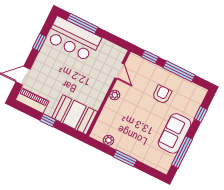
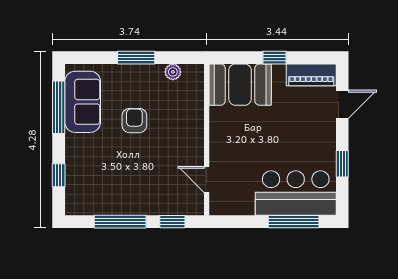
armchair: (162, 94) -> (134, 121), moved, turned 180
plant: (115, 95) -> (196, 142), removed
sofa: (174, 133) -> (83, 102), moved

